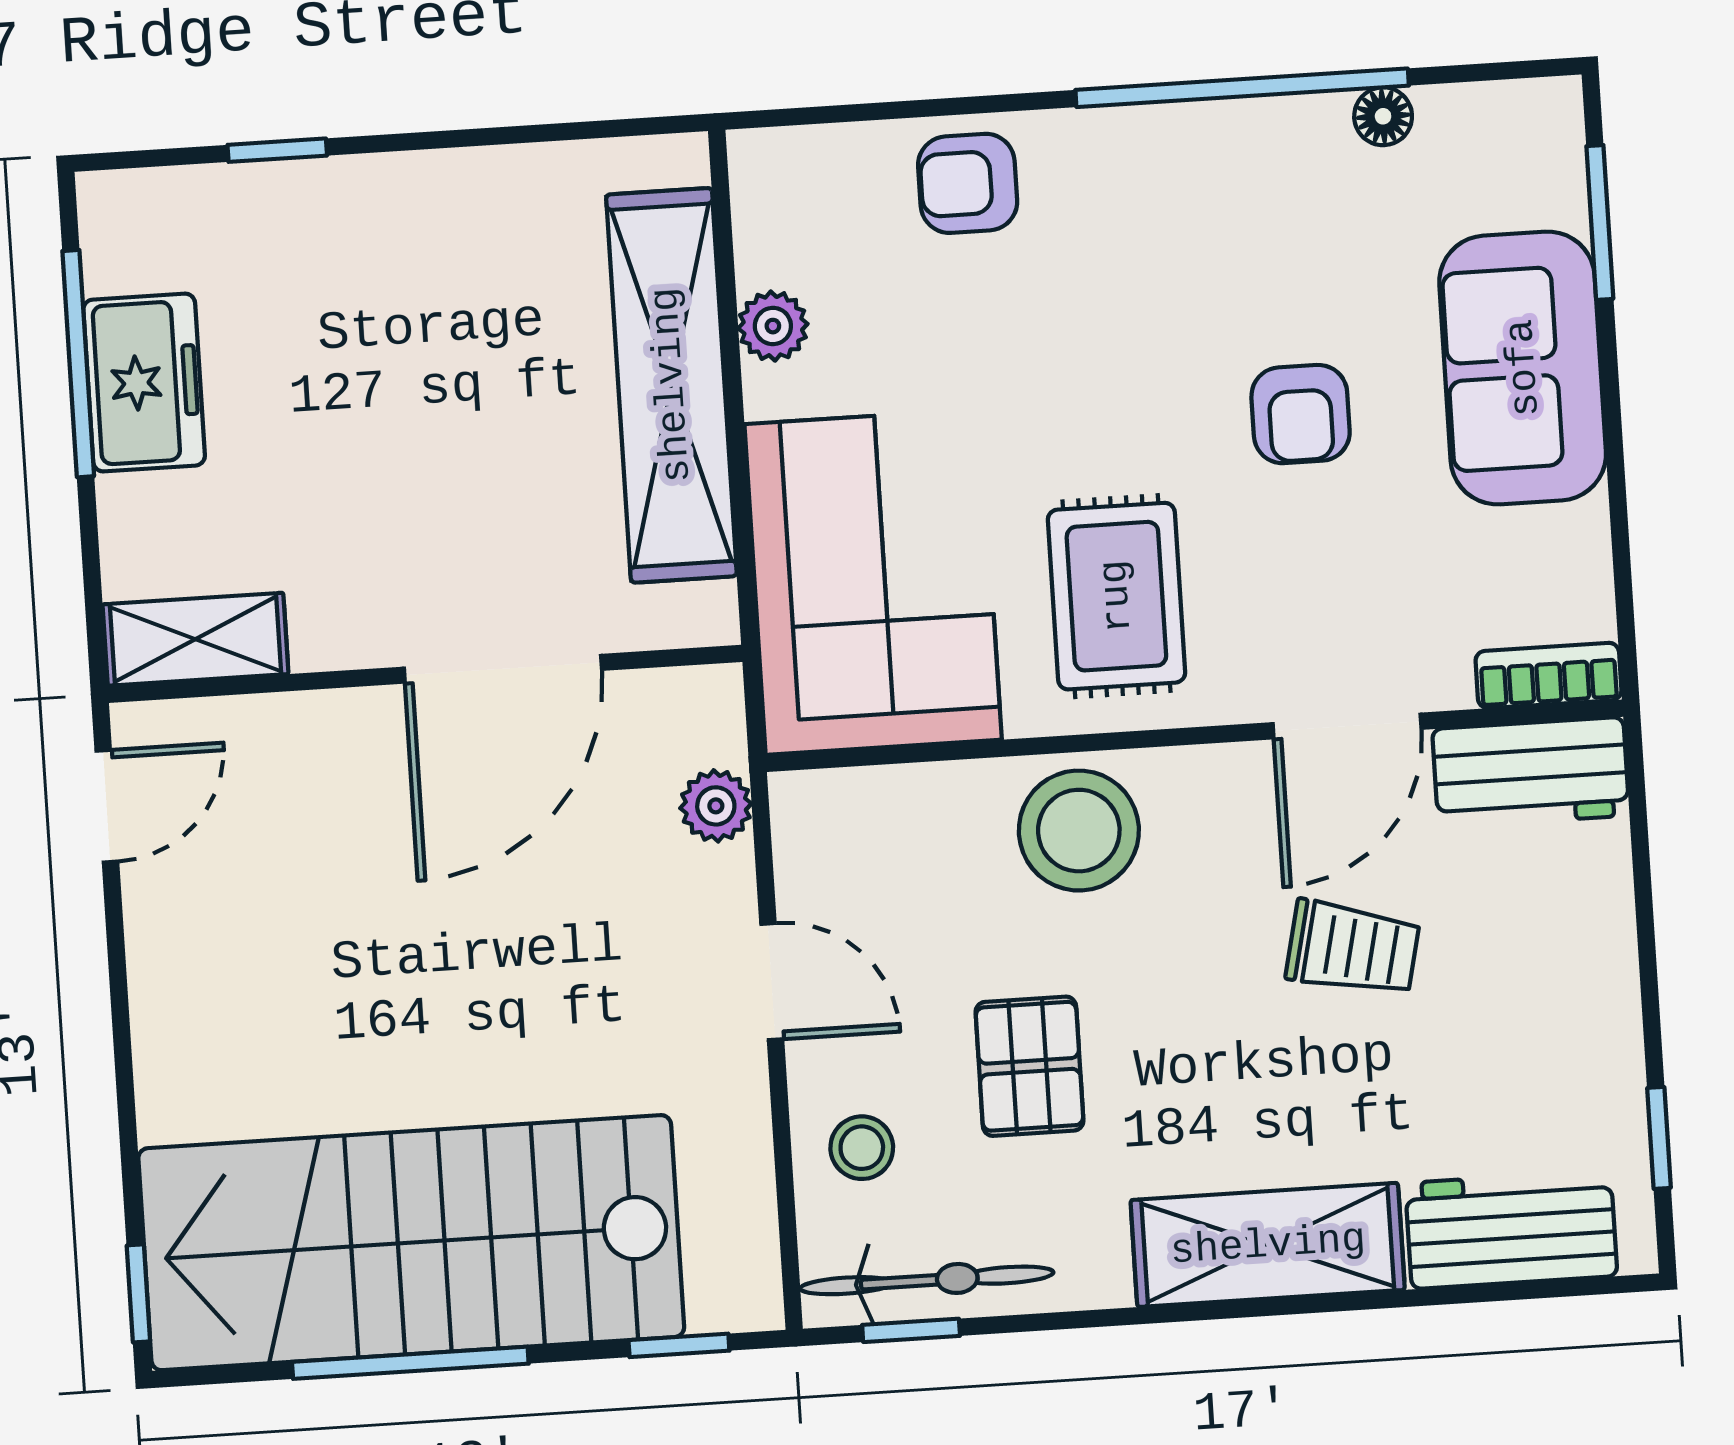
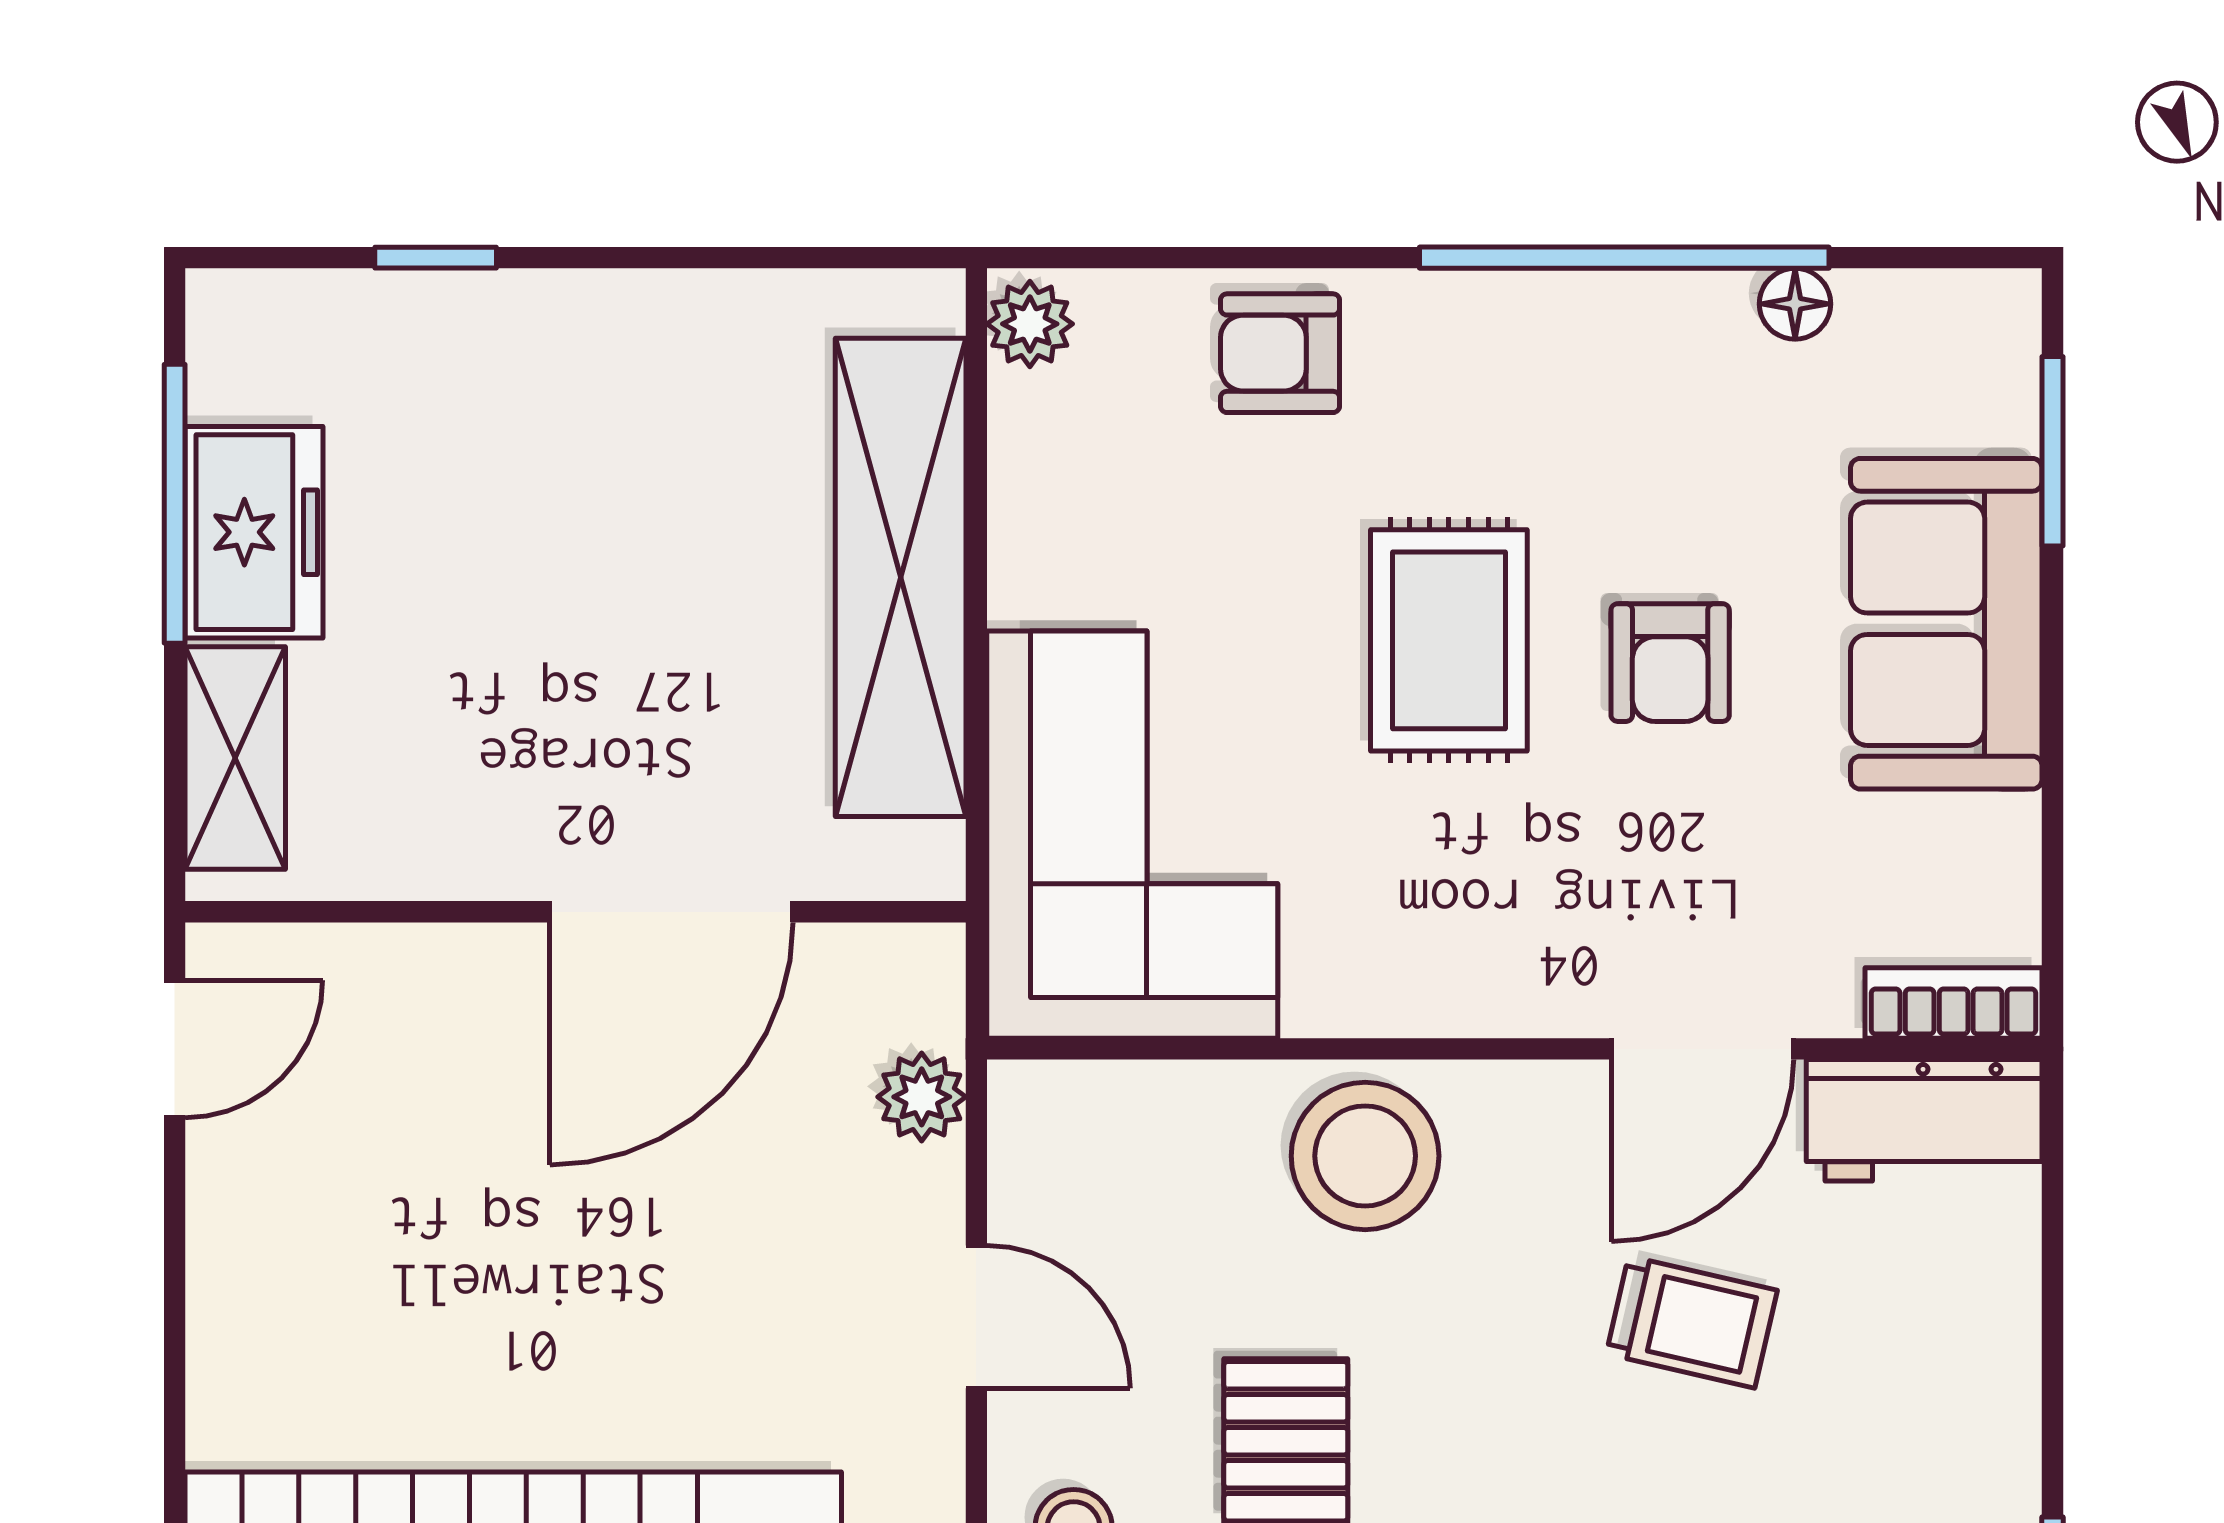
plant: (773, 326) -> (1030, 324), moved
rug: (1116, 596) -> (1449, 640), moved
shelving: (195, 639) -> (235, 758), moved, turned 90

